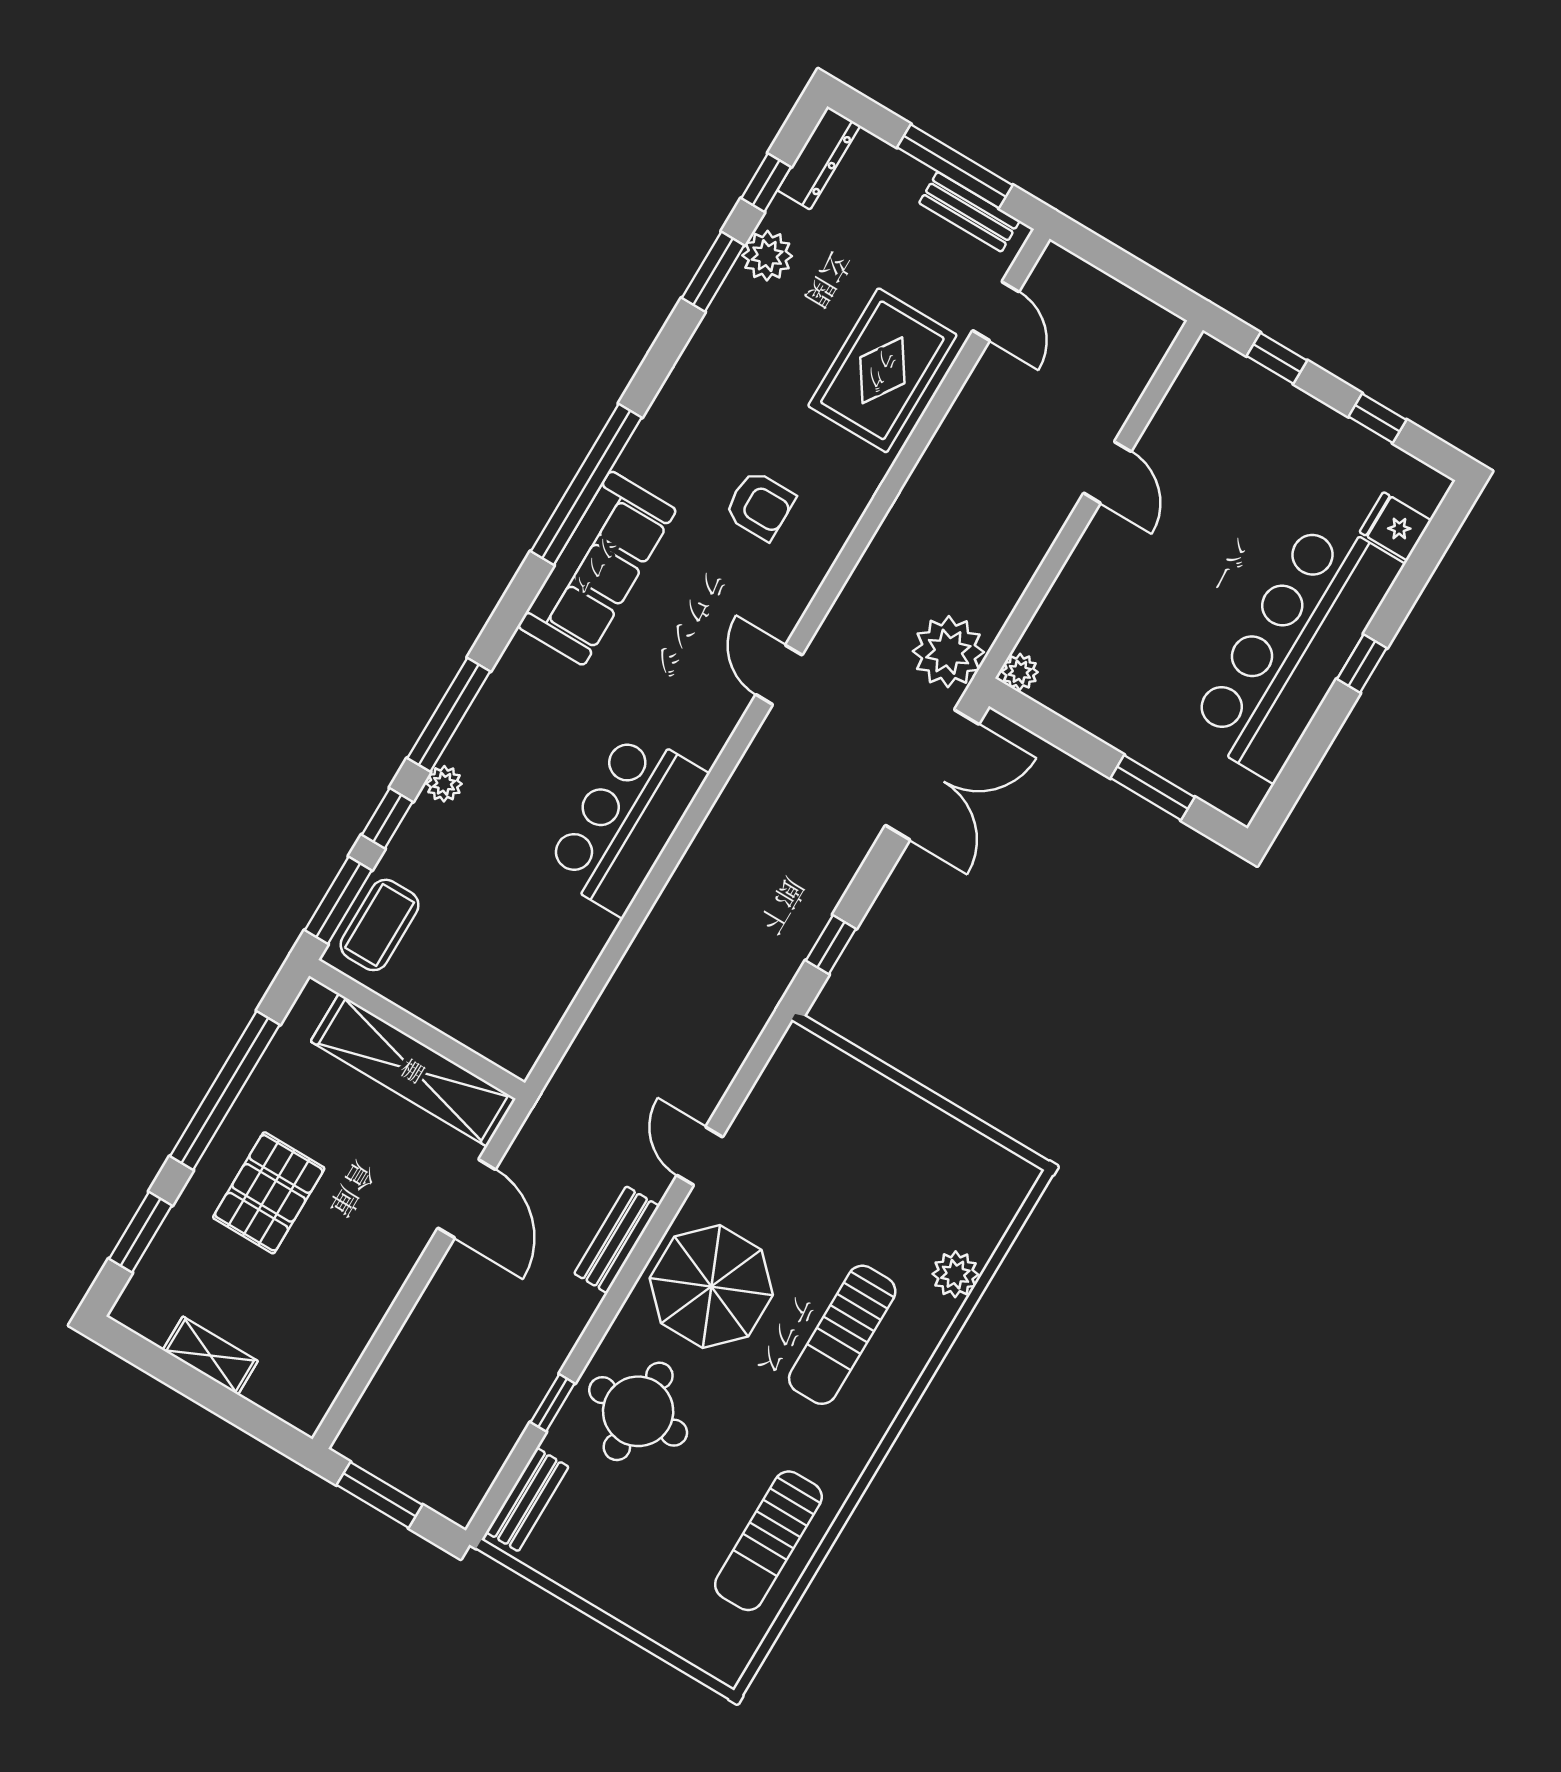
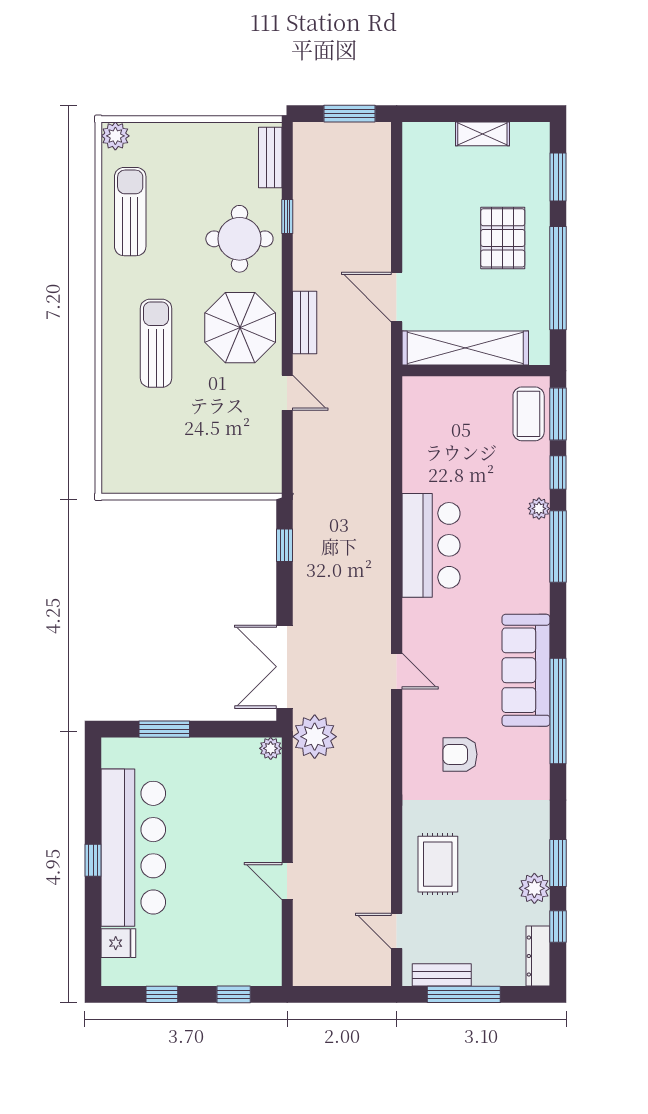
rug: (882, 370) -> (438, 864), width x0.73, depth x0.70
plant: (955, 1274) -> (115, 136), moved

